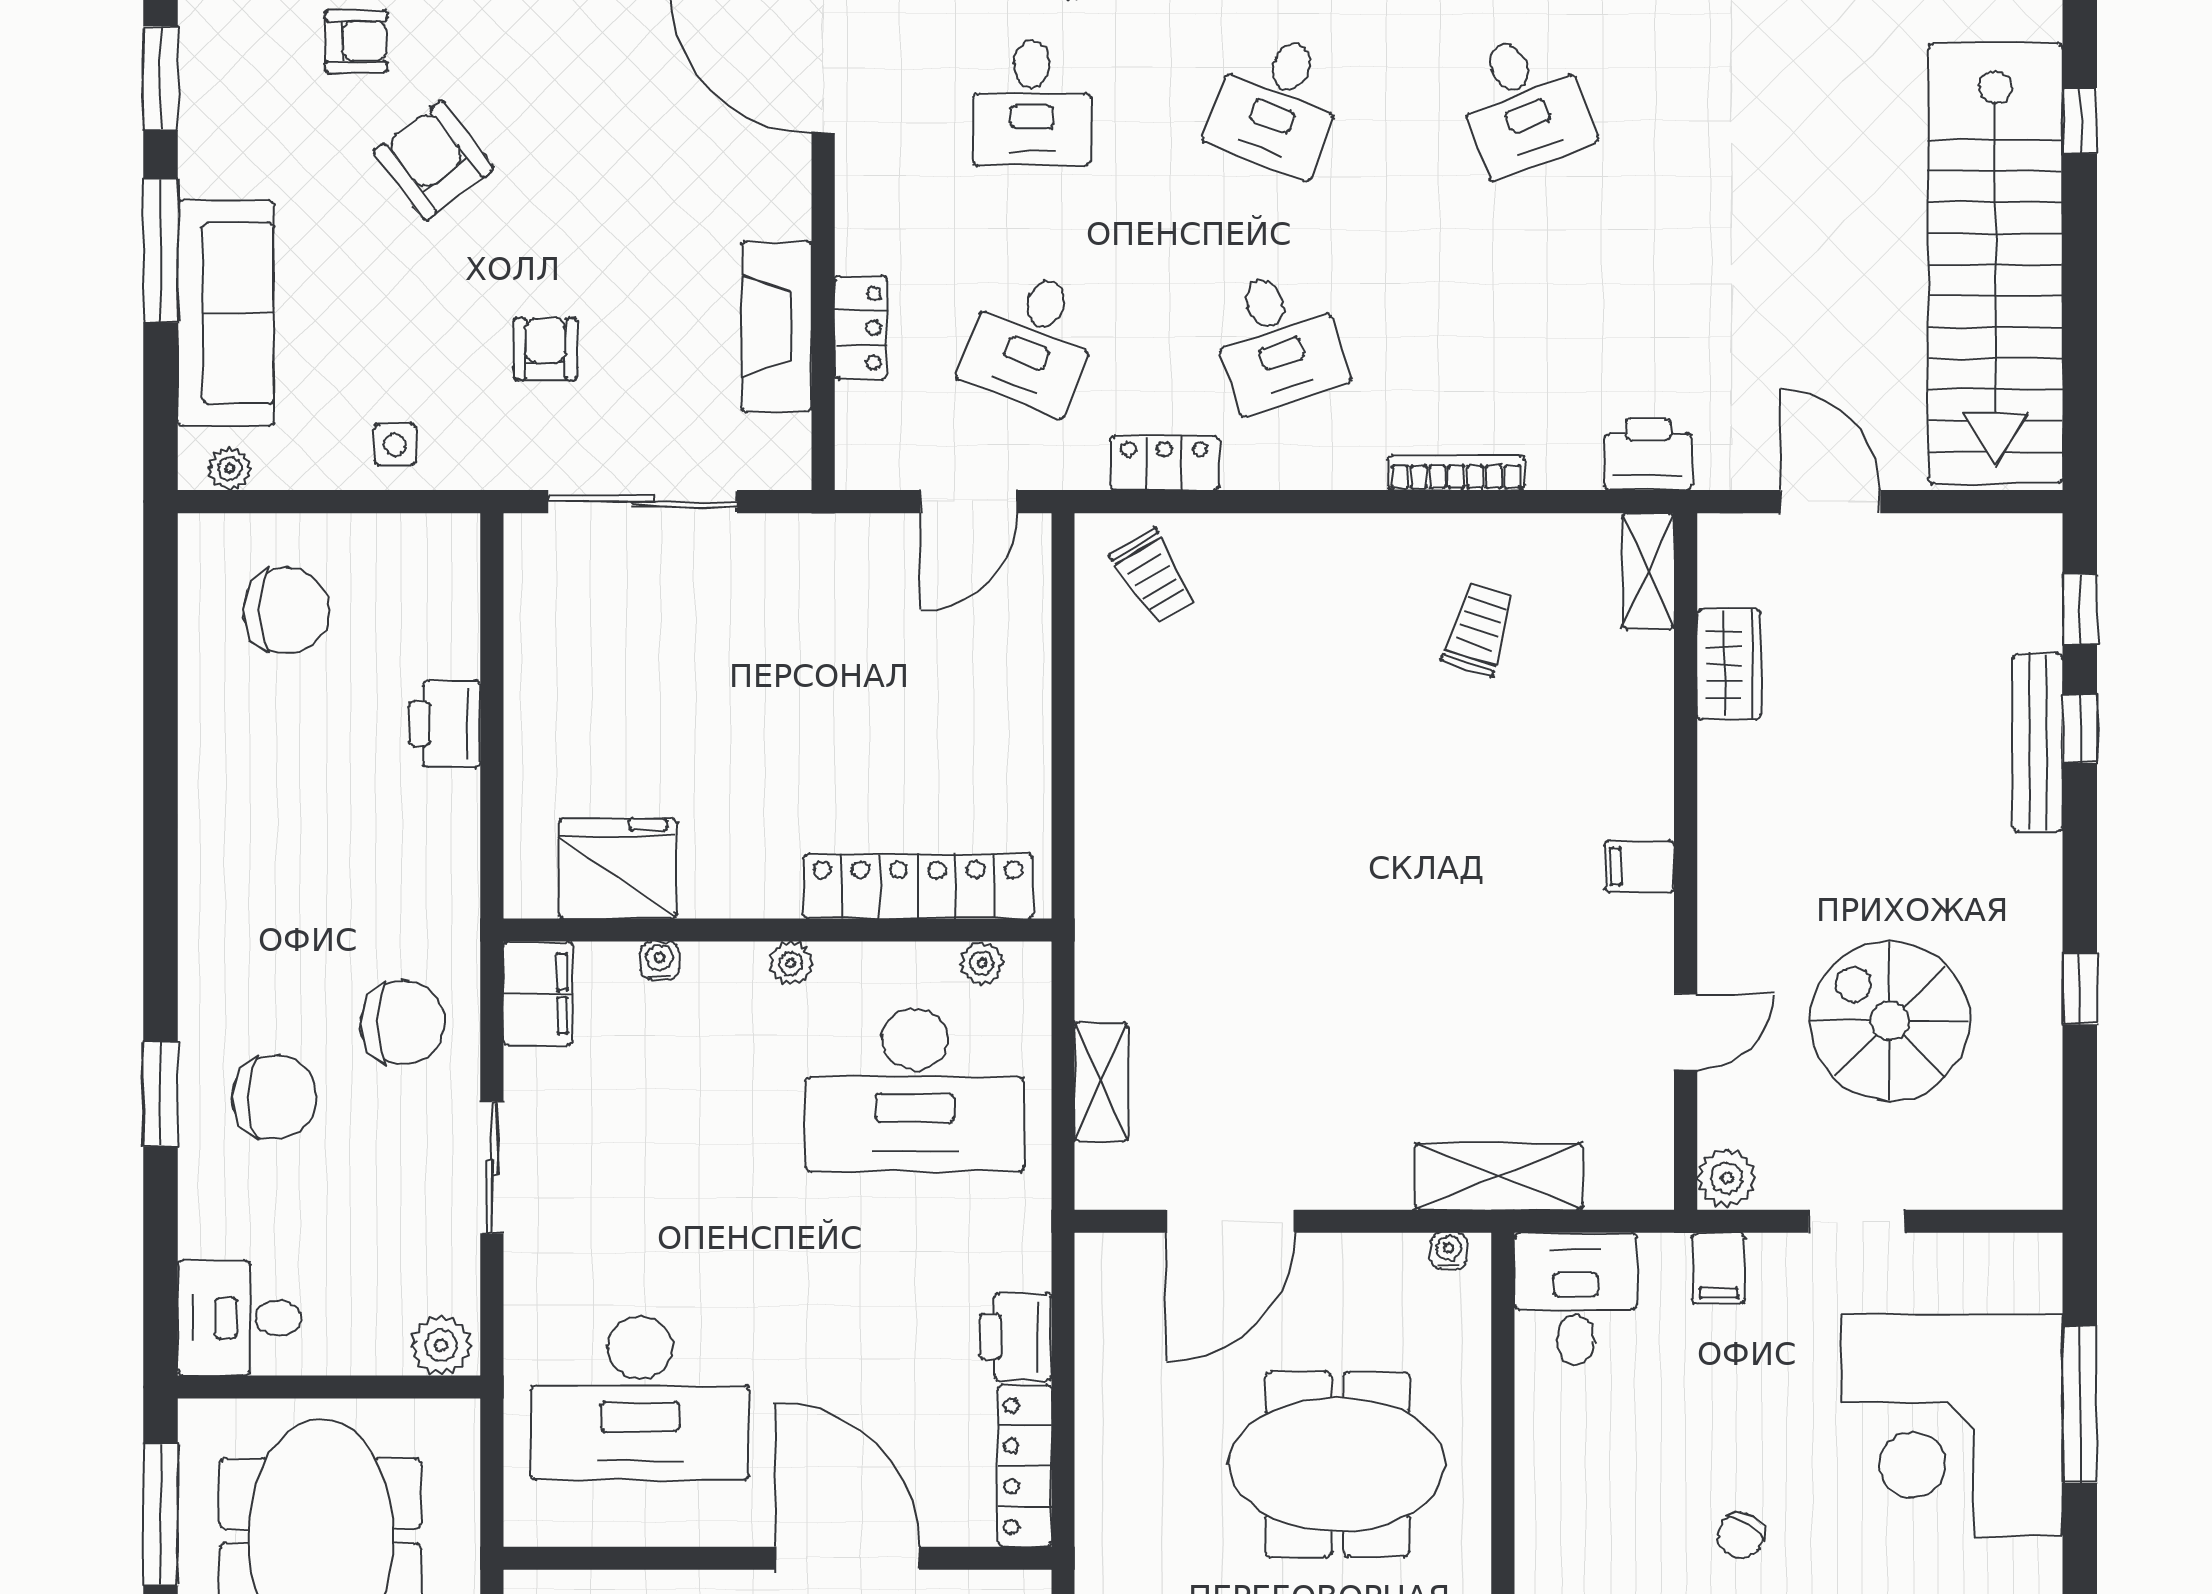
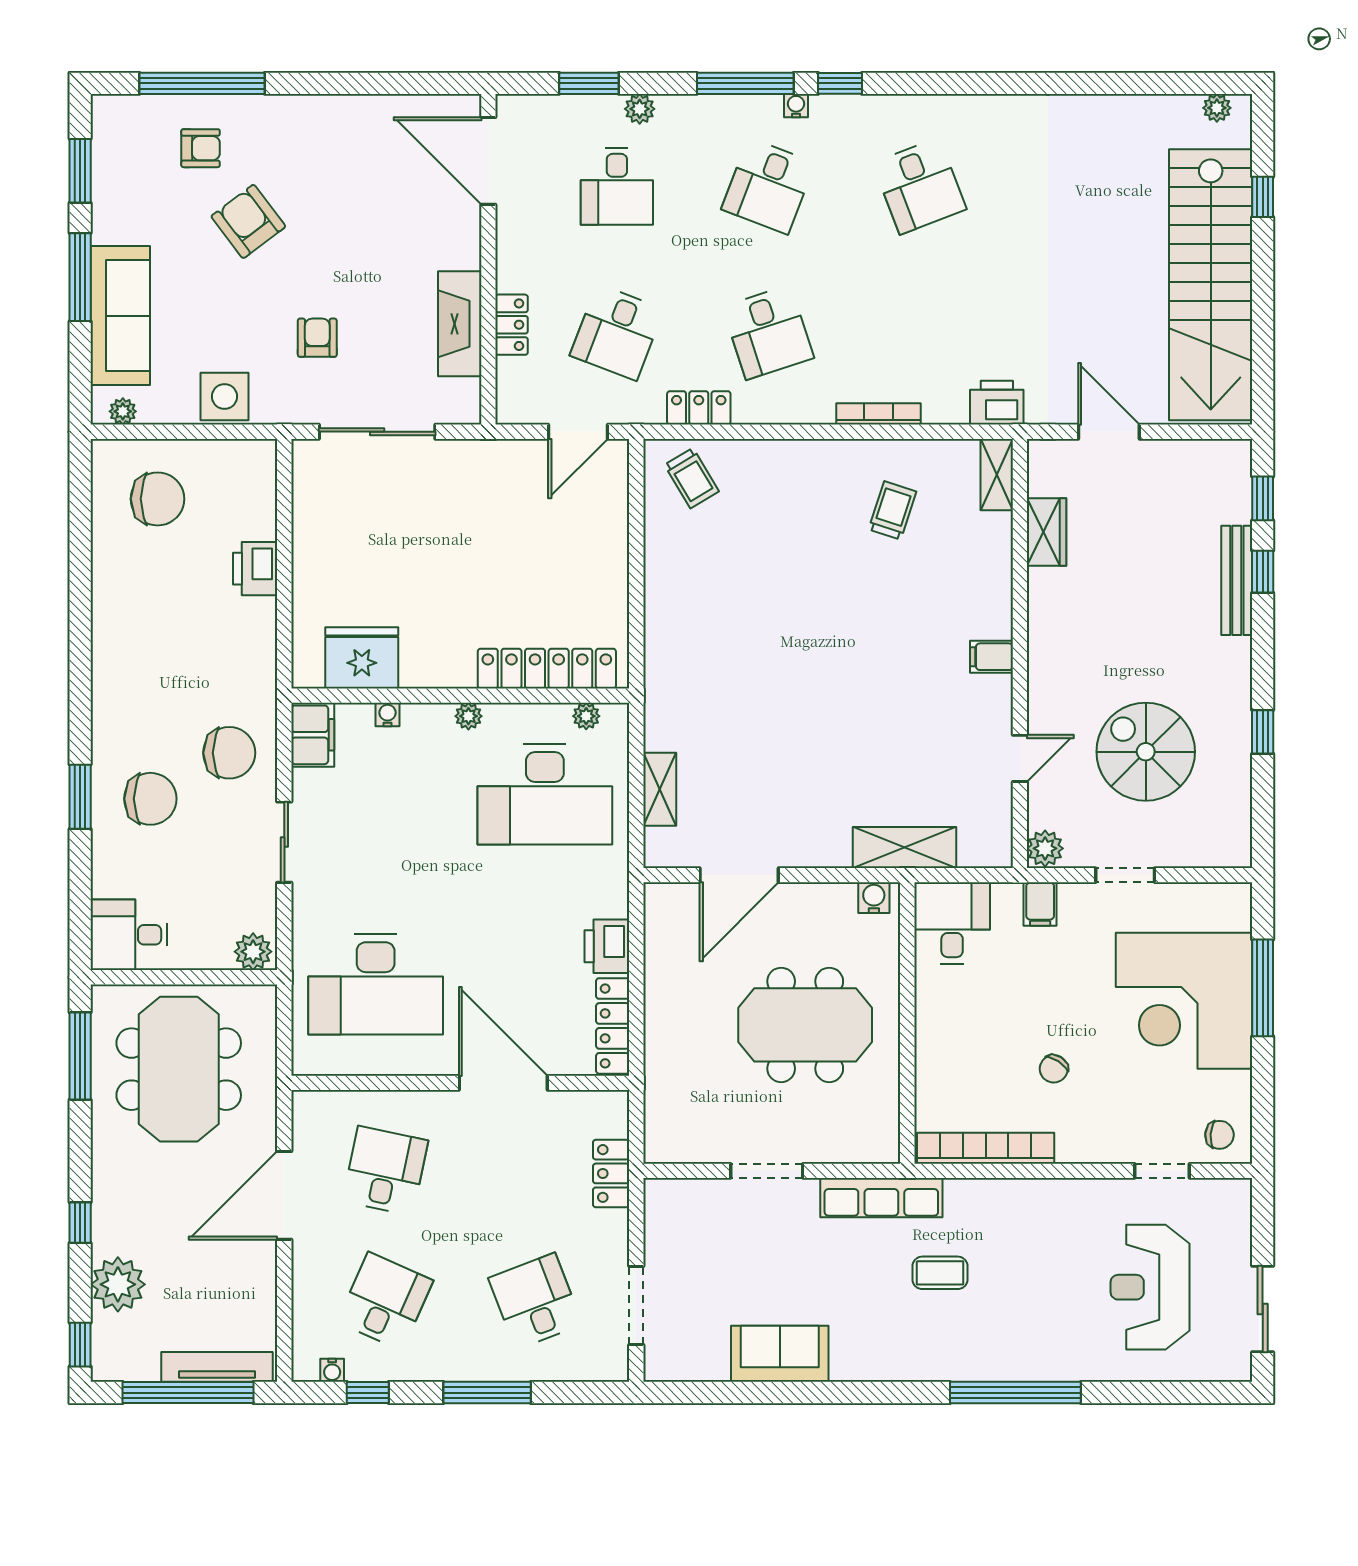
side table: (395, 444) -> (224, 397), width x1.87, depth x1.87
water cooler: (1449, 1251) -> (874, 898), width x1.38, depth x1.38

